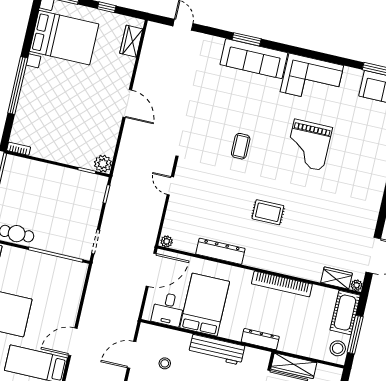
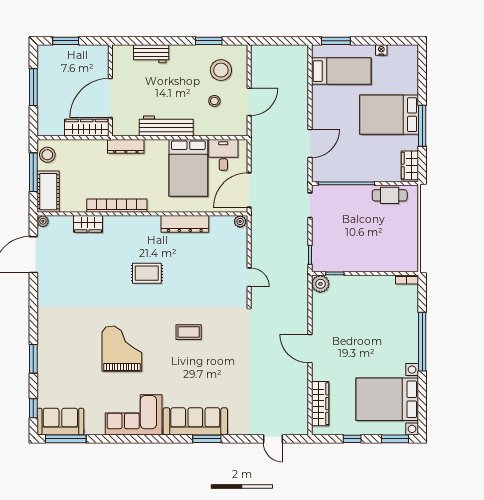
wardrobe: (131, 41) -> (320, 404), width x1.50
coffee table: (241, 146) -> (189, 332), turned 90
wardrobe: (337, 278) -> (88, 224), moved
door: (73, 342) -> (310, 144), moved

